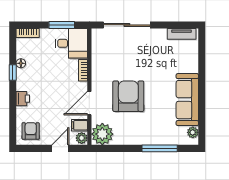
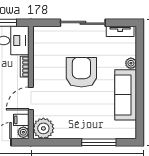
sliding door: (127, 25) -> (83, 23), moved
armchair: (128, 96) -> (81, 72), moved
plant: (193, 132) -> (131, 63), moved

